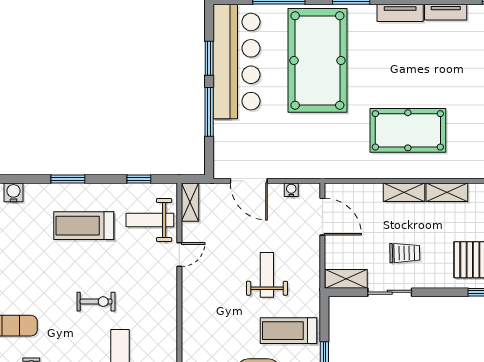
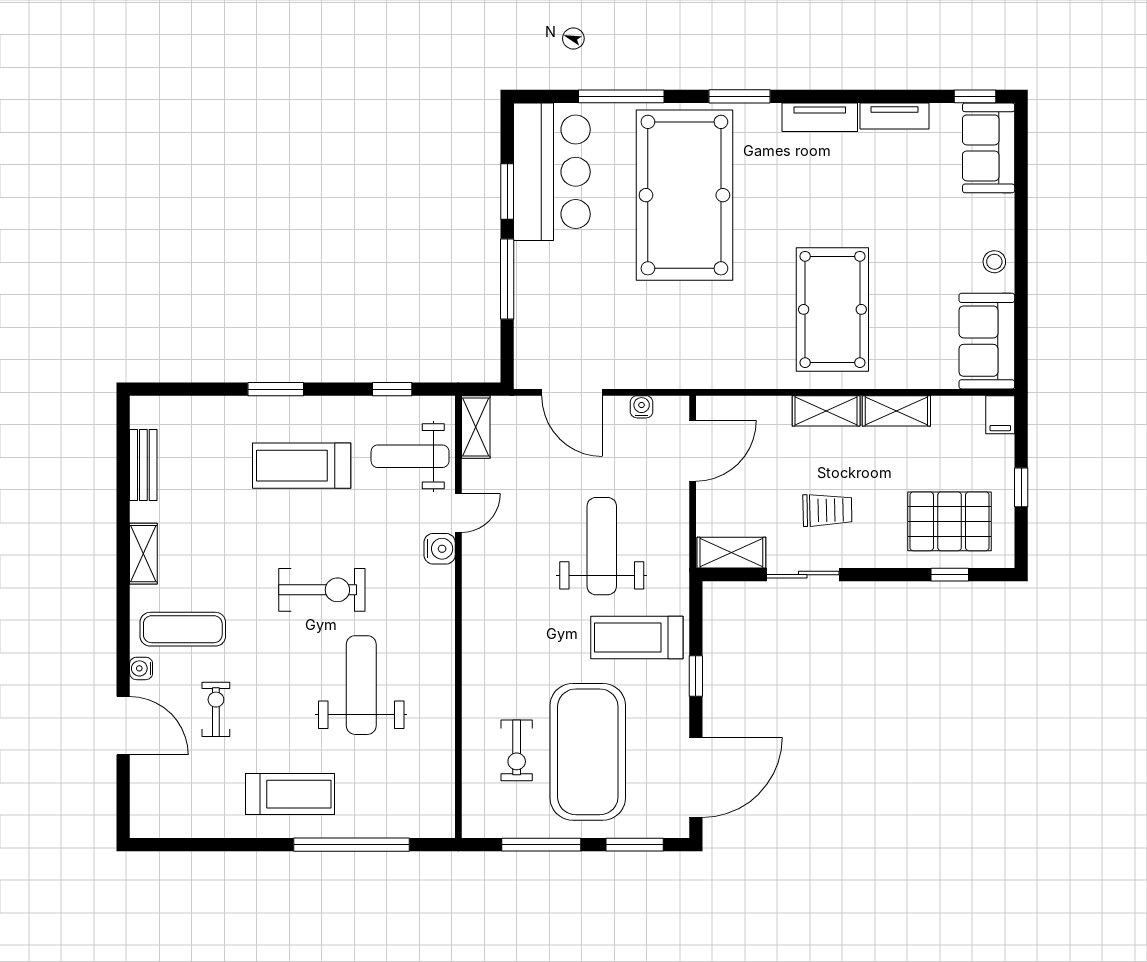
bar counter: (236, 62) -> (552, 172), width x0.73
pool table: (408, 130) -> (832, 309), turned 90
water cooler: (13, 192) -> (440, 549), moved, turned 90
door: (322, 217) -> (693, 451), hinge flipped
weight bench: (267, 275) -> (602, 546), width x1.36, depth x1.33
exercise bike: (96, 302) -> (322, 590), width x1.38, depth x1.39

